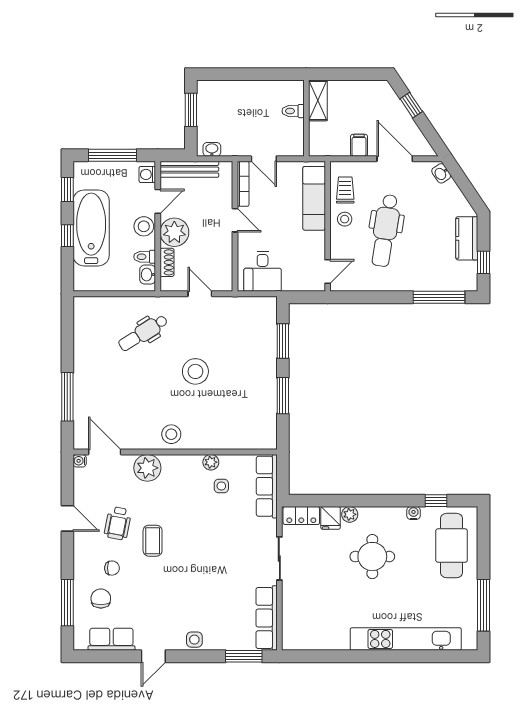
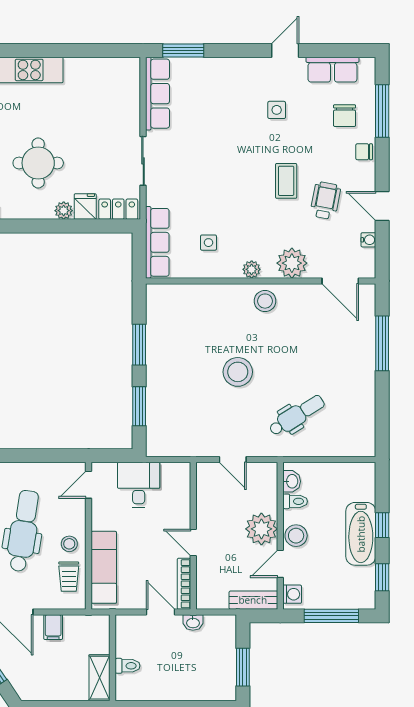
washbasin: (212, 149) -> (193, 623), moved
bench: (189, 169) -> (253, 600), width x0.73
bathtub: (91, 228) -> (361, 534), width x0.73, depth x0.73
shoe rack: (167, 262) -> (270, 495), removed
desk: (263, 271) -> (139, 485), moved
water cooler: (80, 461) -> (368, 240), moved
plant: (211, 462) -> (252, 269), moved
chair: (112, 568) -> (364, 152), moved
side table: (194, 640) -> (277, 110), moved

